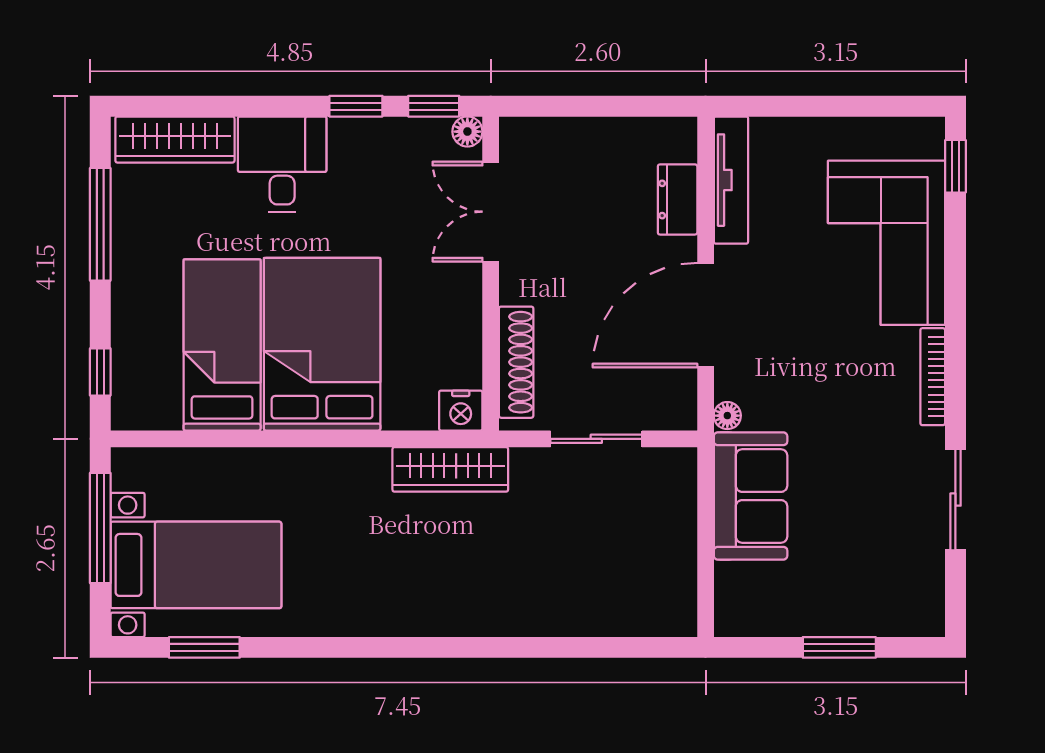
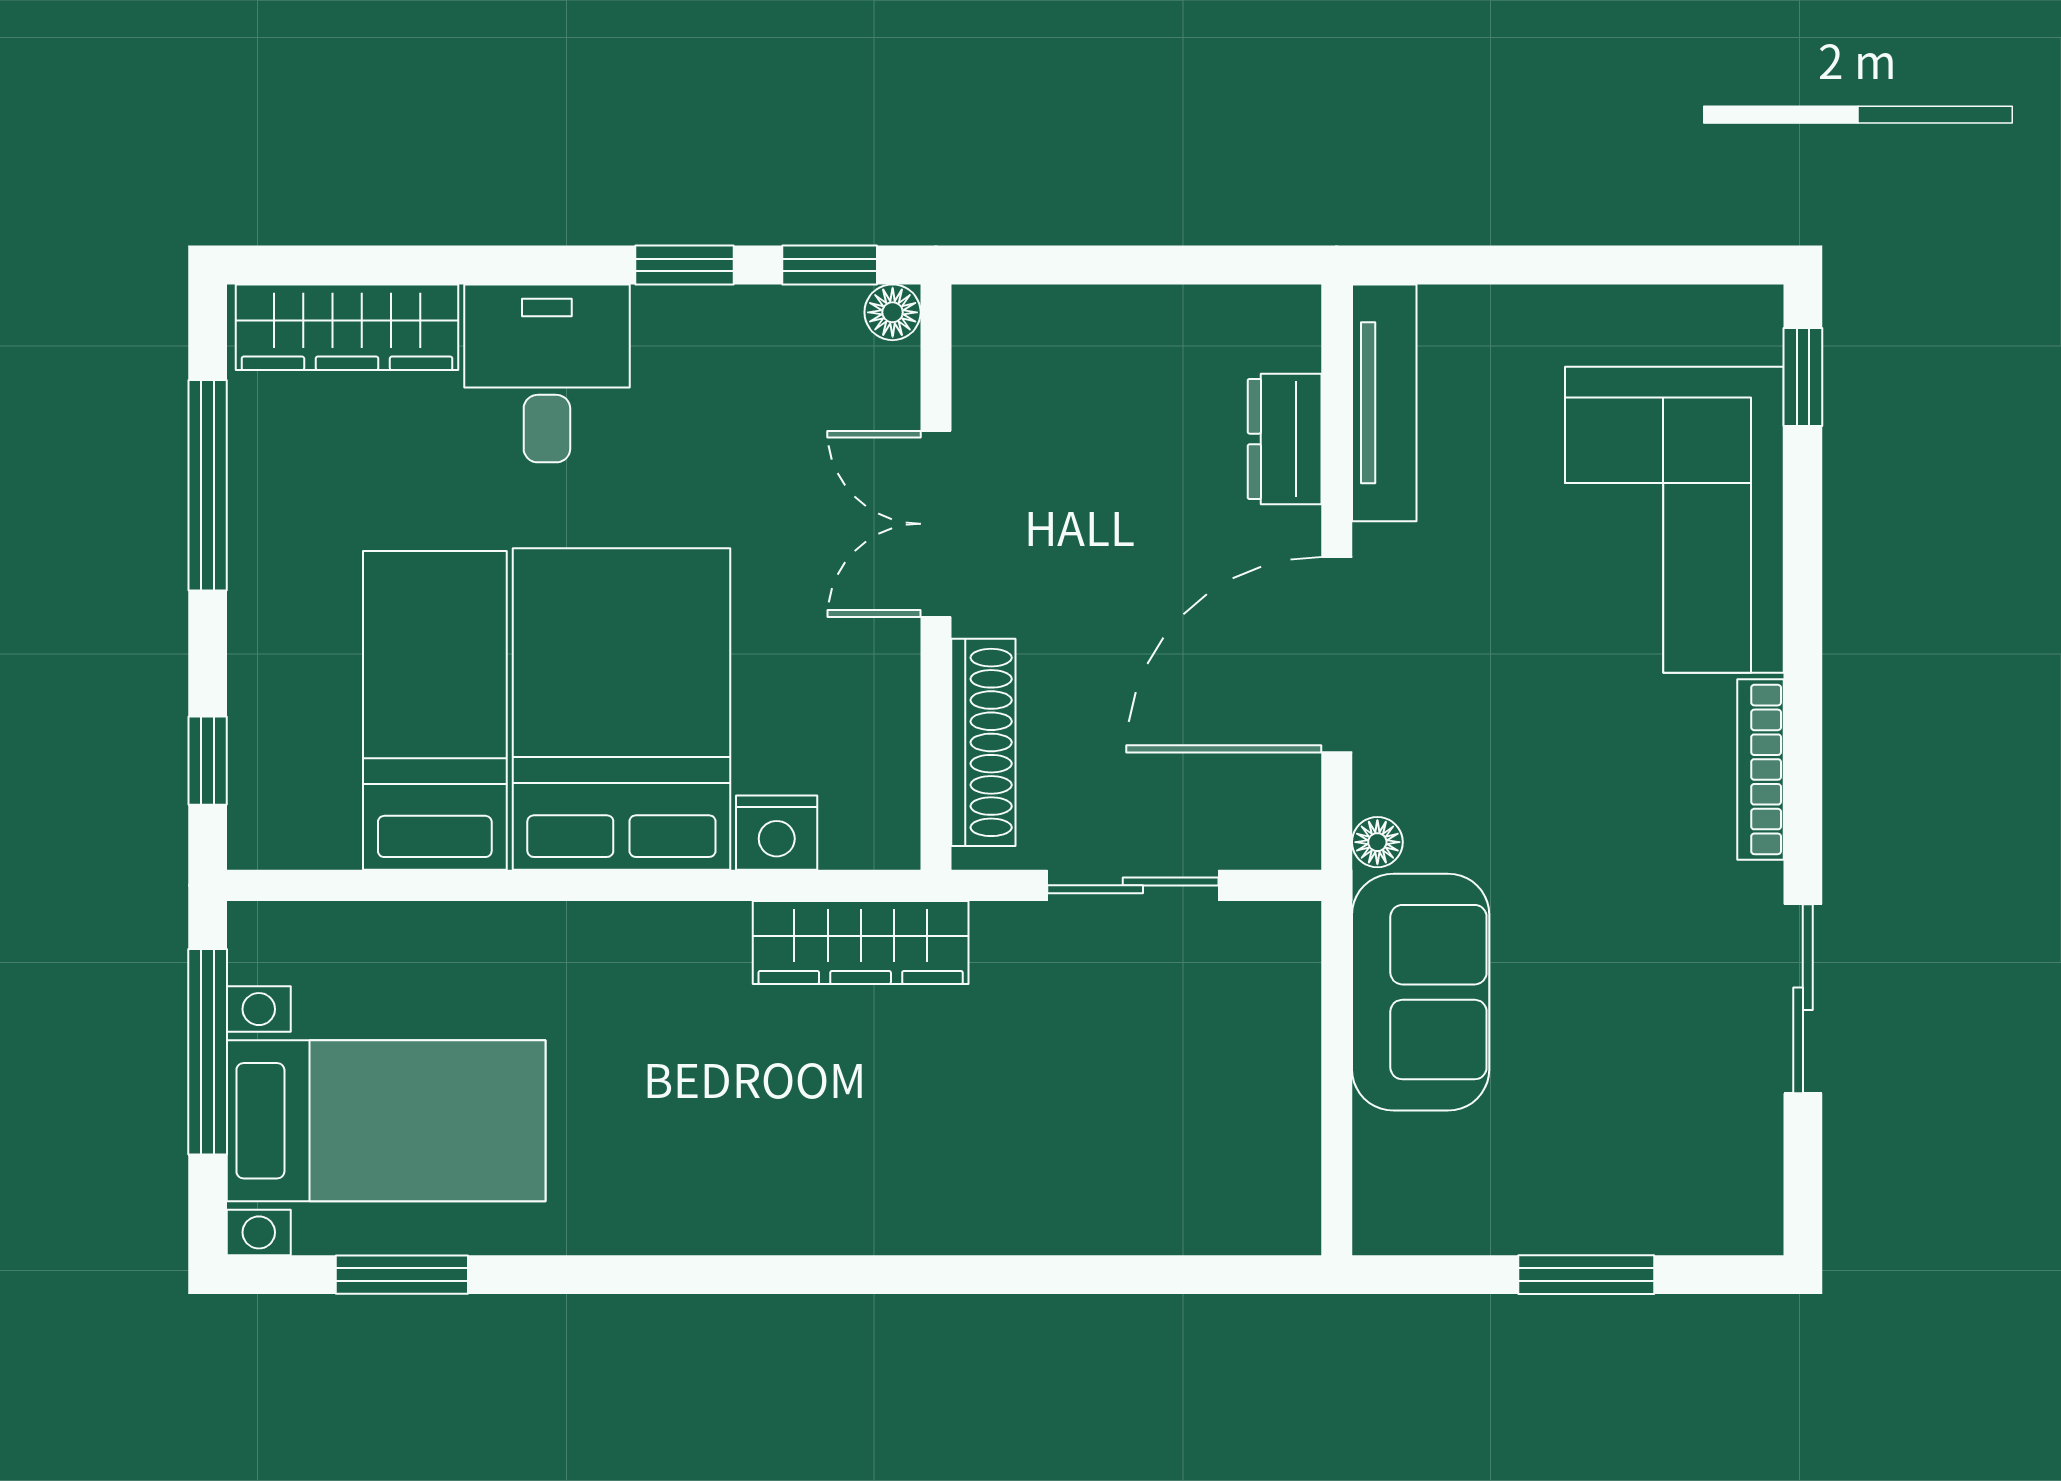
double door: (491, 212) -> (936, 524), moved
nightstand: (461, 411) -> (777, 833), moved

